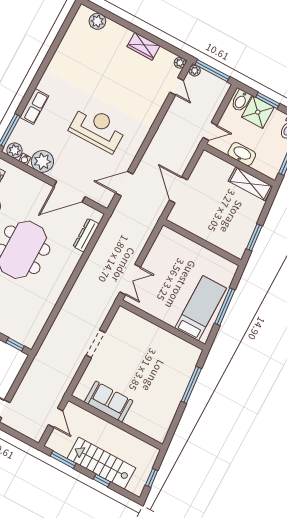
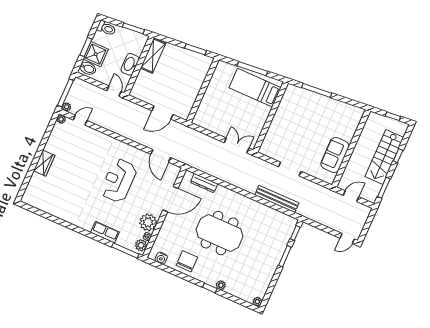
plant: (97, 21) -> (33, 187), removed
wardrobe: (143, 46) -> (44, 163), moved
door: (69, 192) -> (170, 199), hinge flipped
bench: (59, 325) -> (277, 199), added

